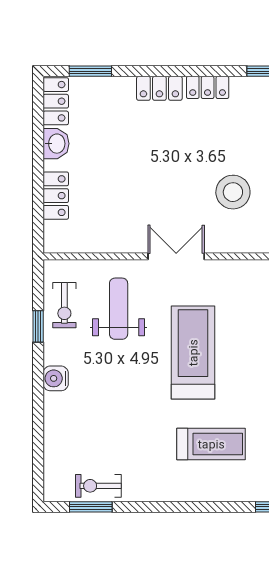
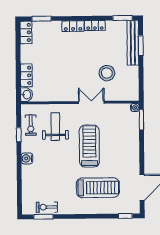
washbasin: (56, 144) -> (27, 95), moved
double door: (176, 256) -> (91, 102), moved
treadmill: (211, 444) -> (98, 188), width x1.37, depth x1.38

